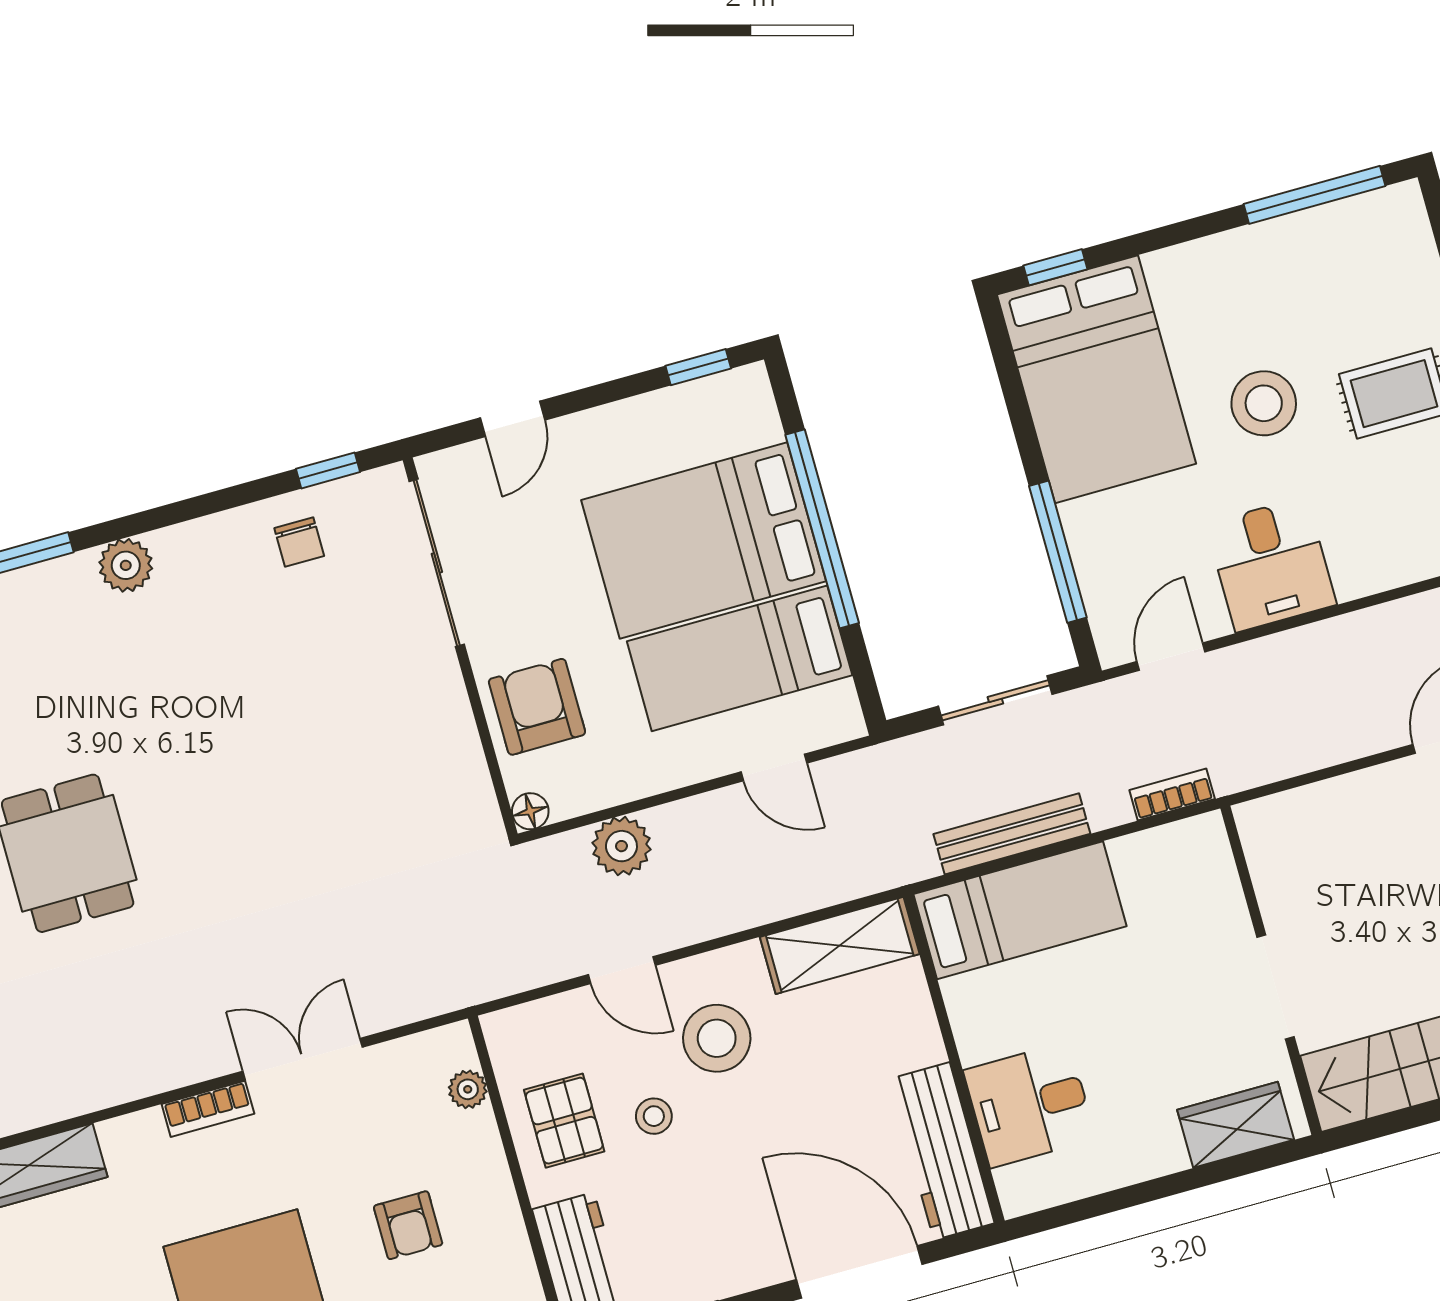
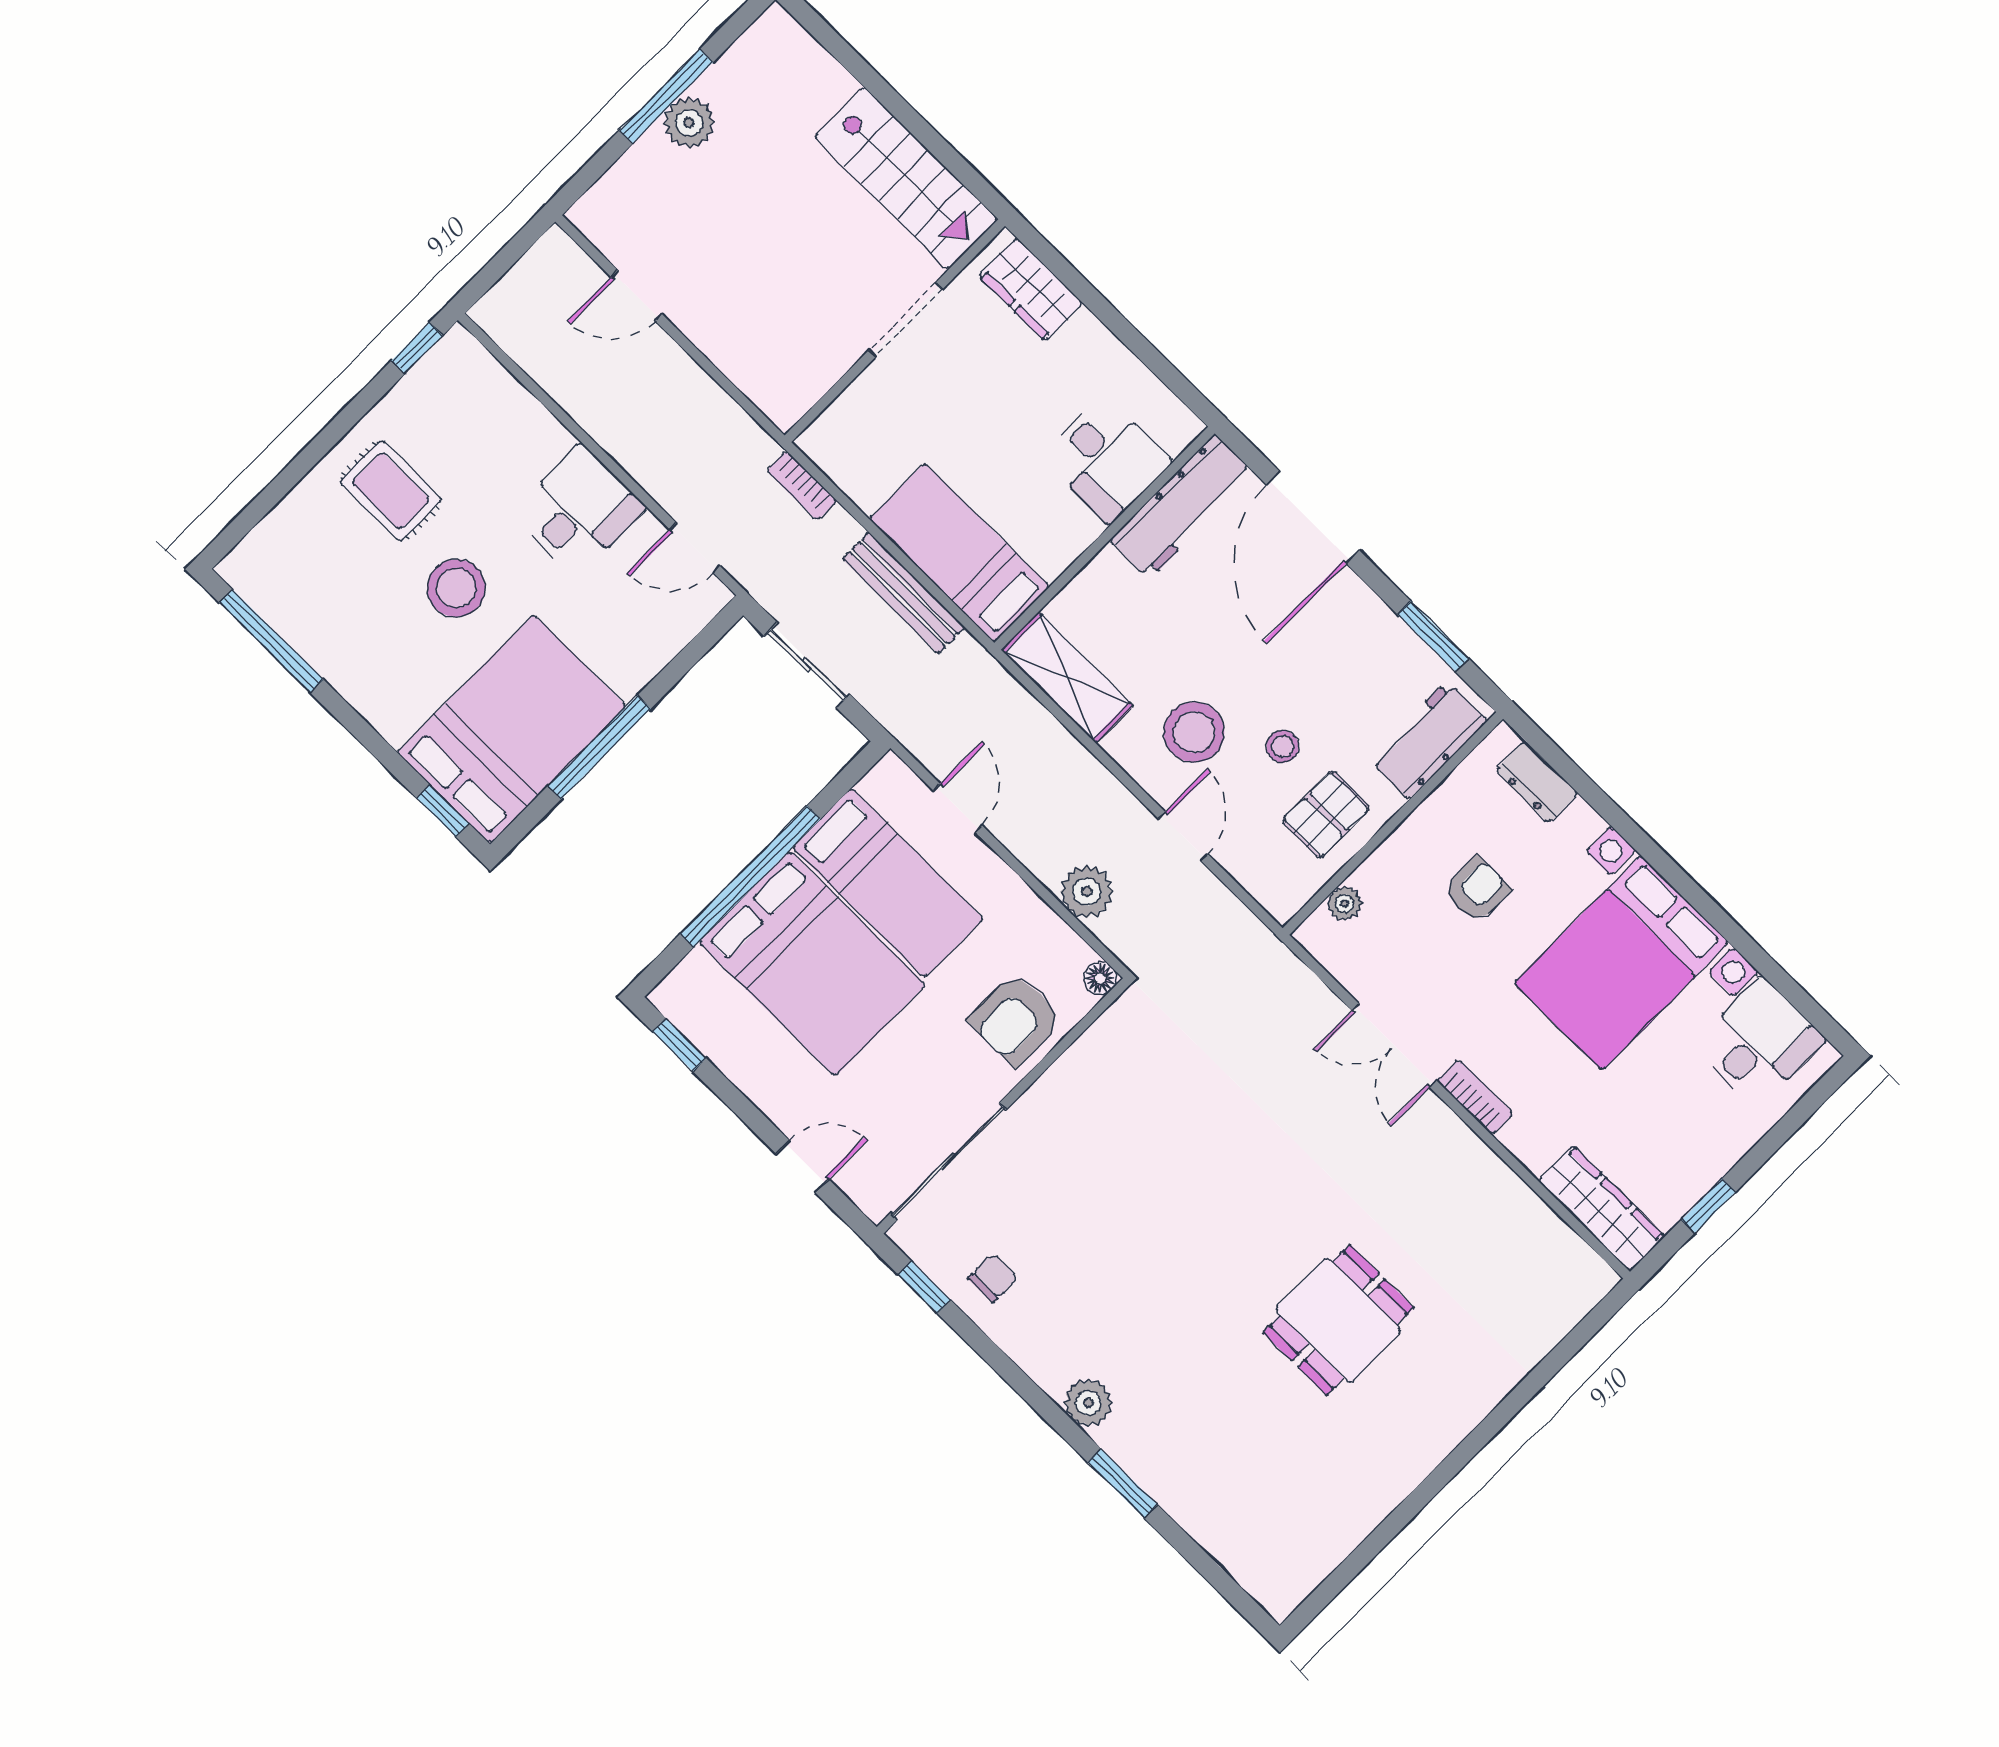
window: (1058, 552) -> (599, 747), moved

